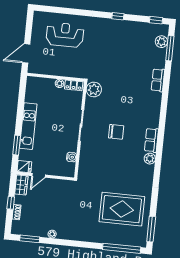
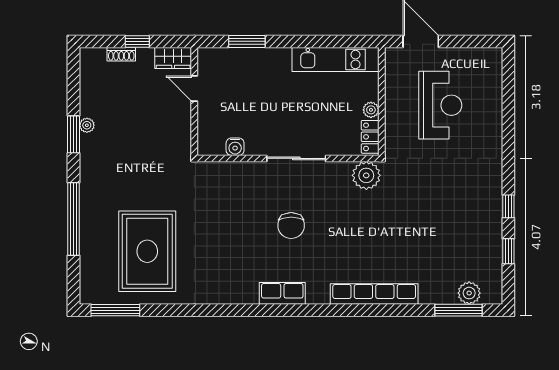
window: (156, 20) -> (508, 251), moved
reception desk: (65, 35) -> (440, 105), moved
row of seats: (158, 80) -> (374, 294), width x2.02
kitchen unit: (28, 126) -> (336, 60), moved
plant: (150, 159) -> (247, 294), removed
fridge: (24, 167) -> (208, 60), removed
window: (30, 239) -> (74, 134), moved
window: (122, 248) -> (74, 219), moved

